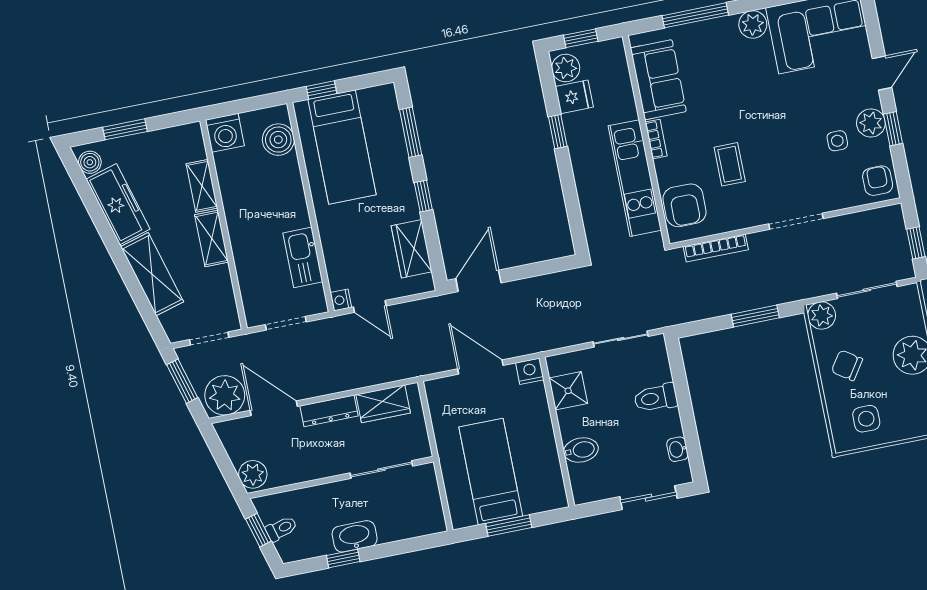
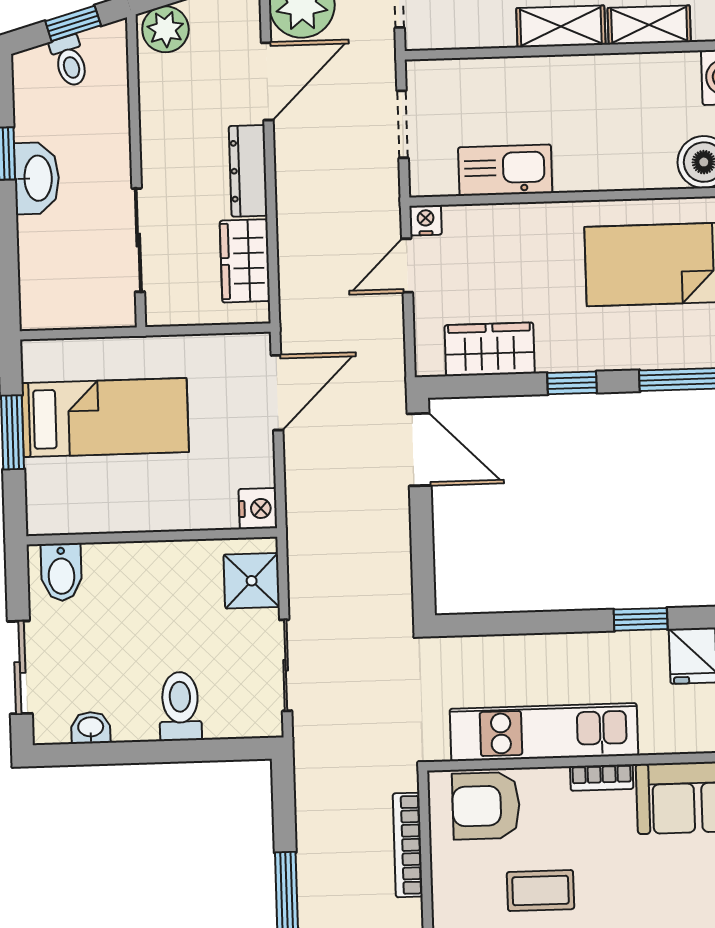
door: (480, 367) -> (277, 393), moved
shower: (568, 391) -> (252, 581), moved
bidet: (581, 450) -> (61, 572), moved

